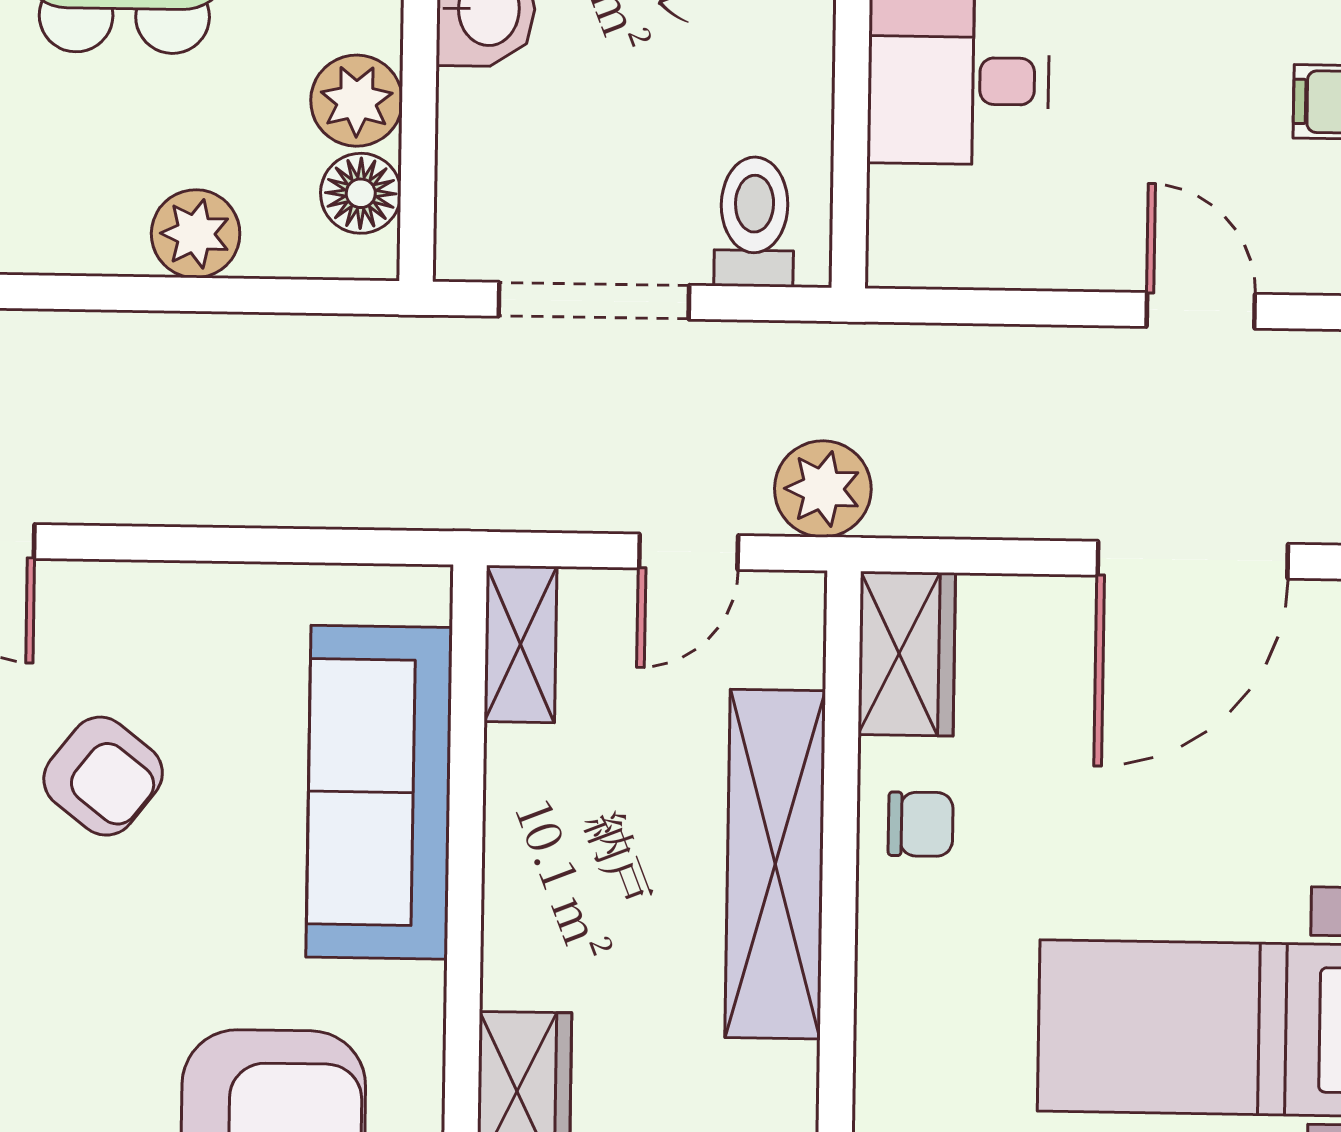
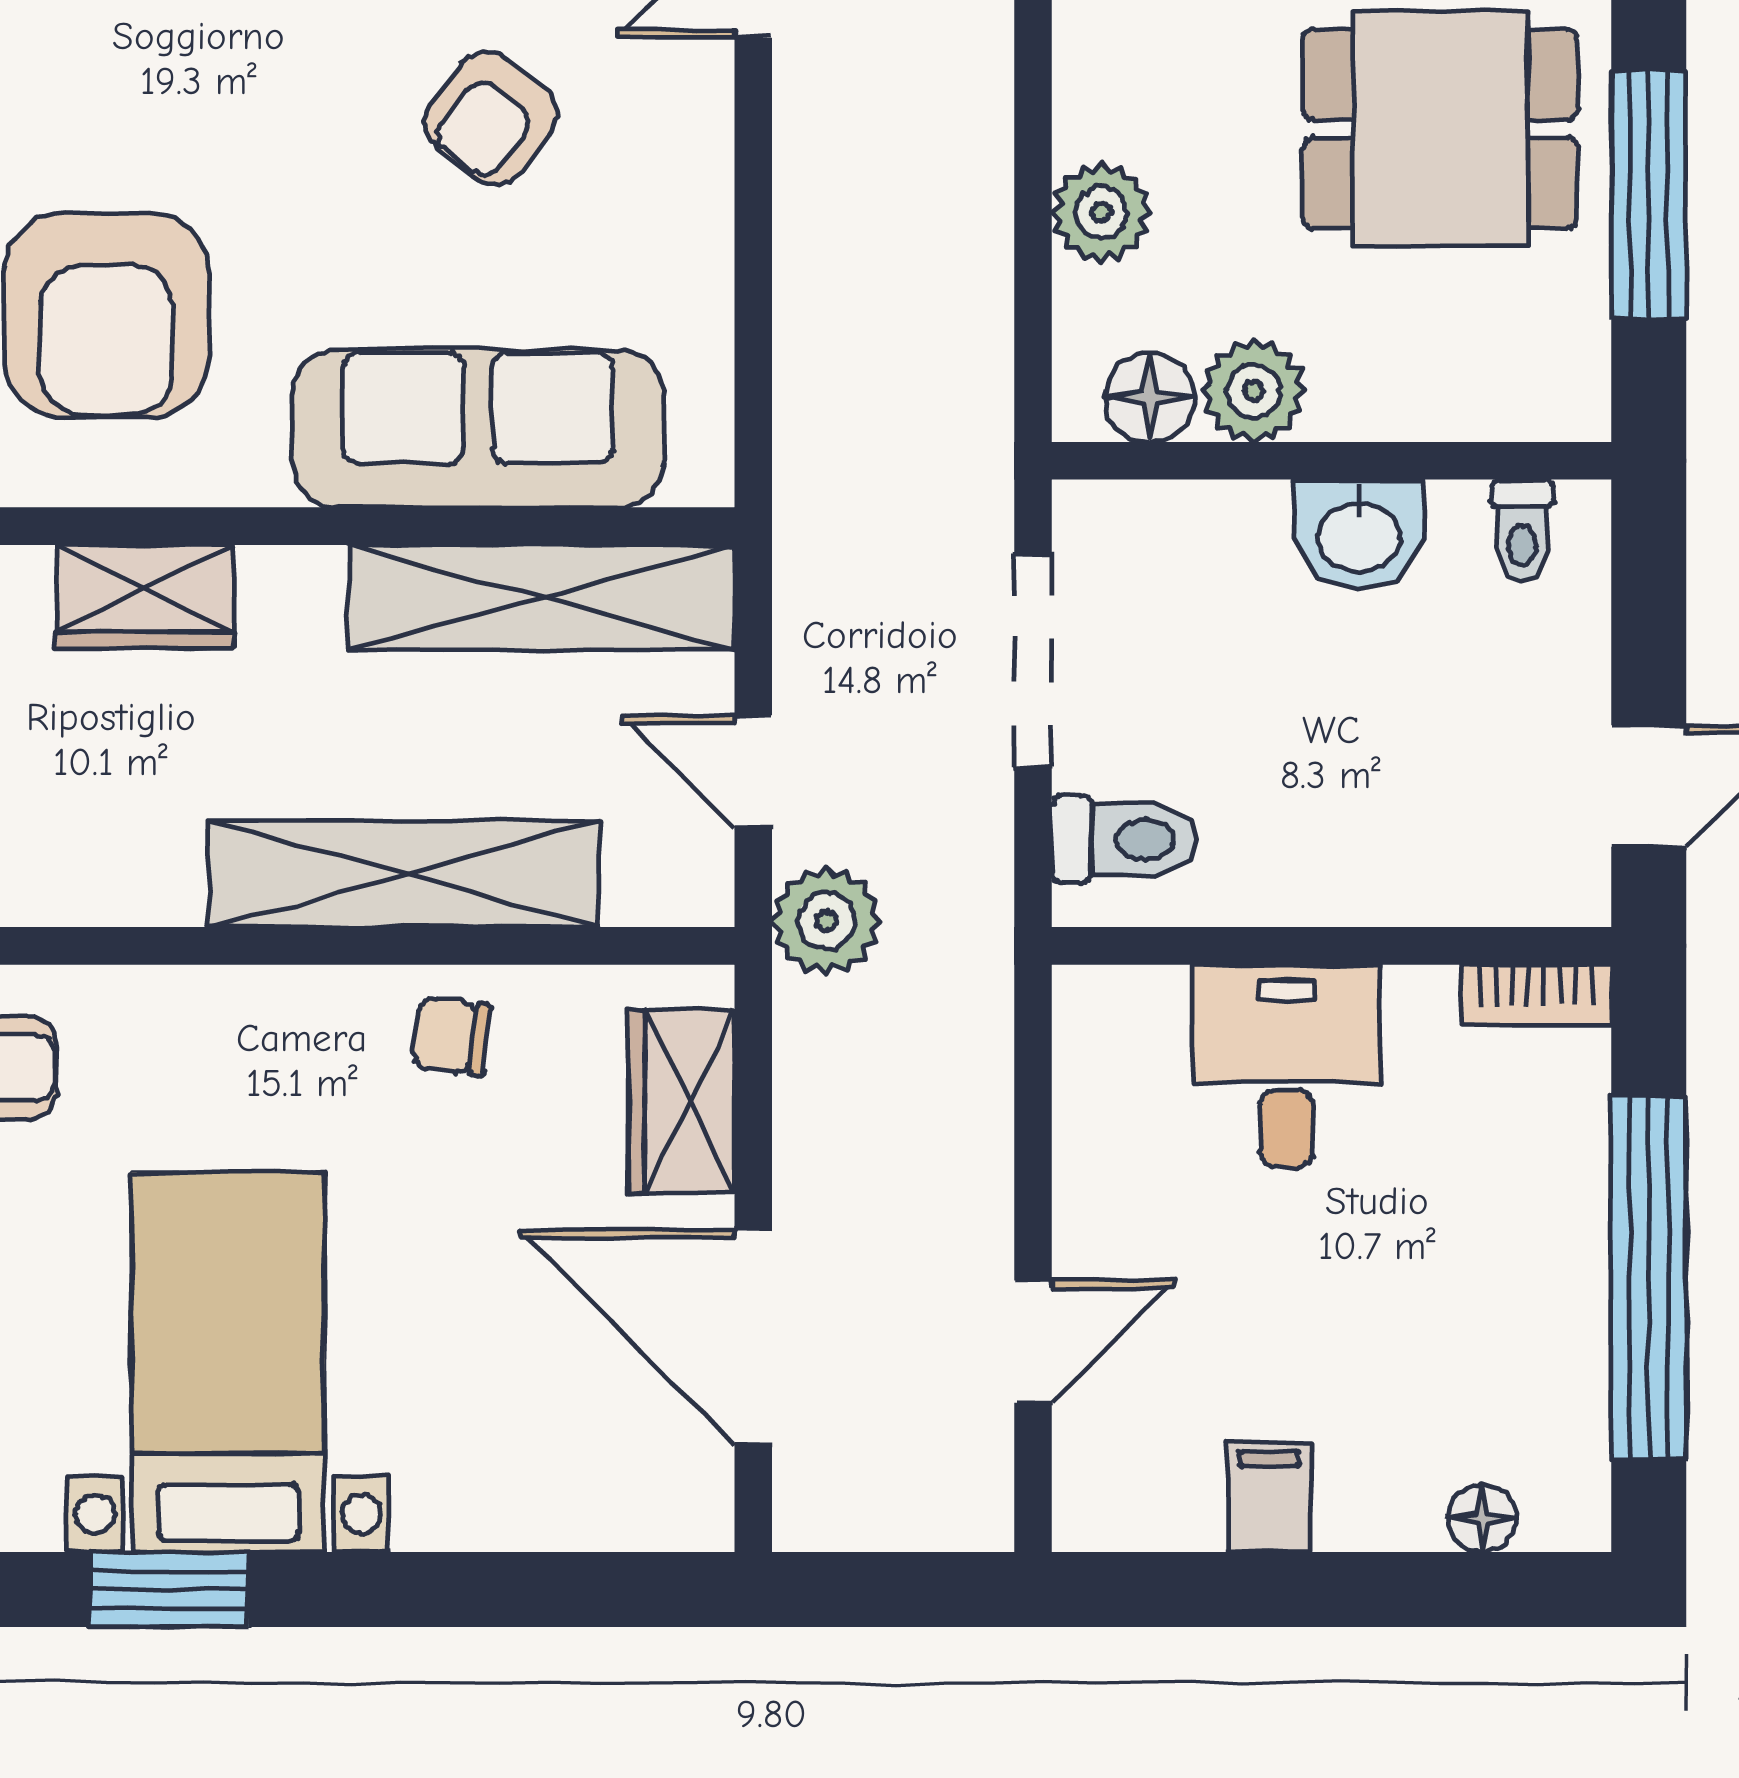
shelving: (521, 644) -> (541, 597), width x2.20, depth x1.33
wardrobe: (907, 654) -> (681, 1101), moved, turned 90
chair: (921, 824) -> (452, 1036), turned 97

